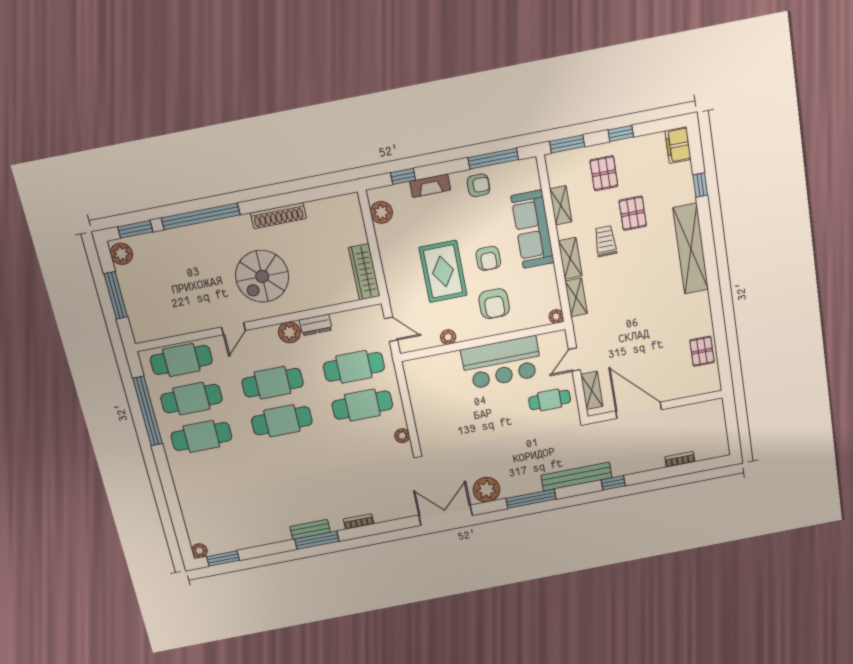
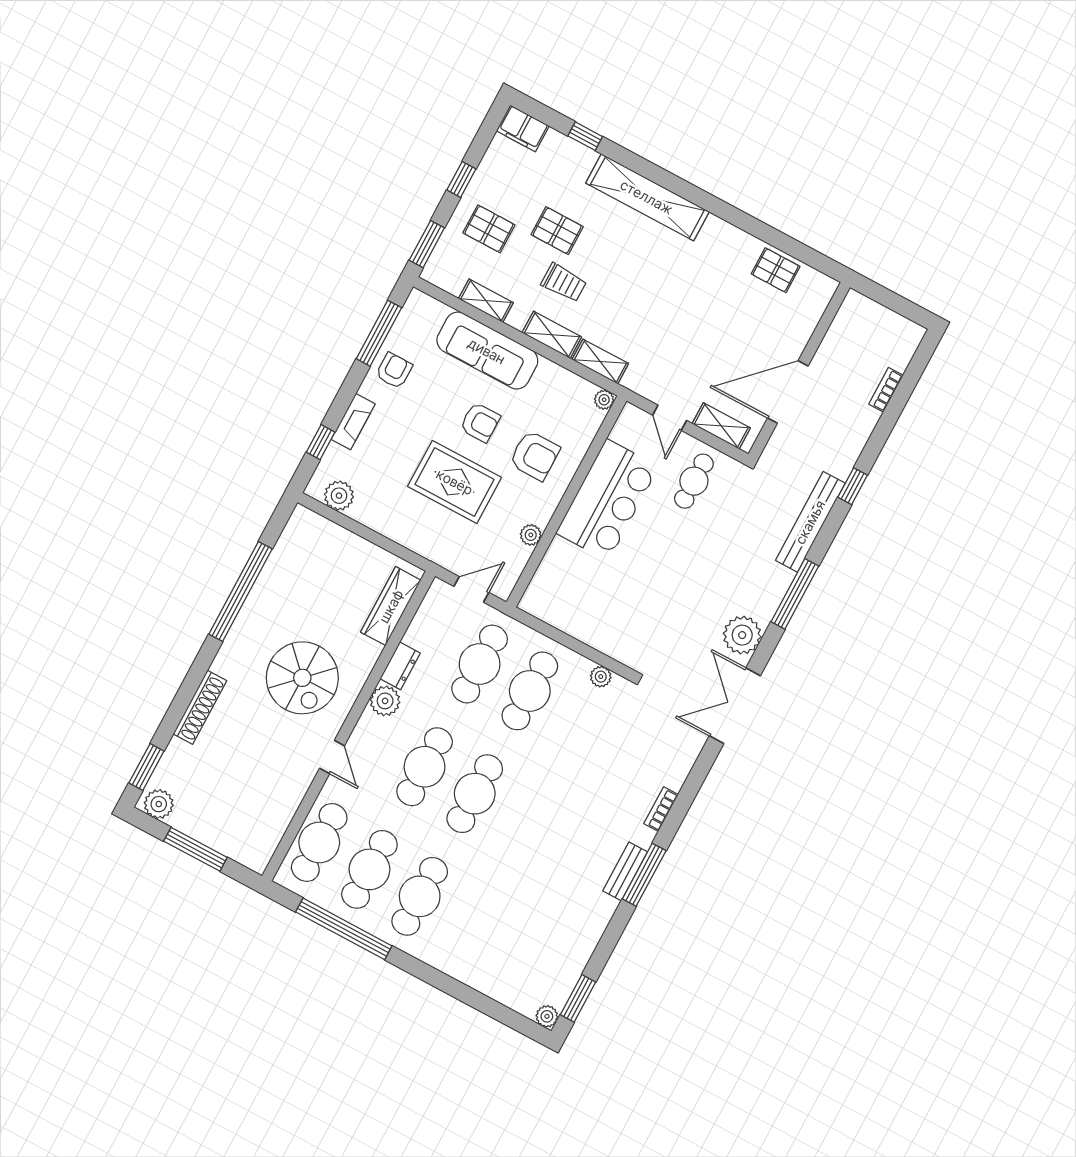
window: (201, 216) -> (240, 591), moved
shoe rack: (278, 216) -> (200, 707), moved
trolley: (605, 241) -> (564, 283), turned 180
wardrobe: (364, 272) -> (391, 606), moved, turned 90

